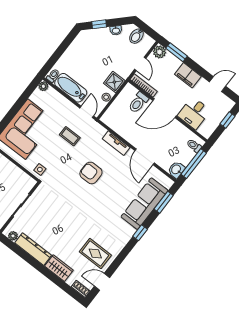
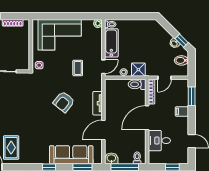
window: (99, 24) -> (182, 41), moved
plant: (159, 52) -> (183, 85), removed
filing cabinet: (188, 75) -> (182, 111), width x0.50
toilet: (138, 103) -> (137, 84), moved
door: (164, 108) -> (147, 118), hinge flipped
armchair: (91, 173) -> (64, 102), turned -141

